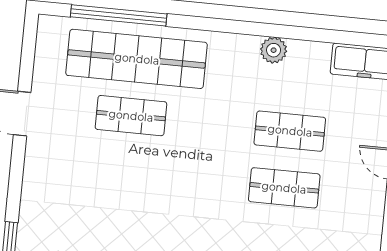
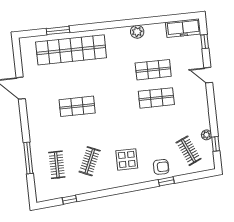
window: (119, 15) -> (58, 30), width x0.47
shop shelf: (131, 116) -> (77, 106), moved

